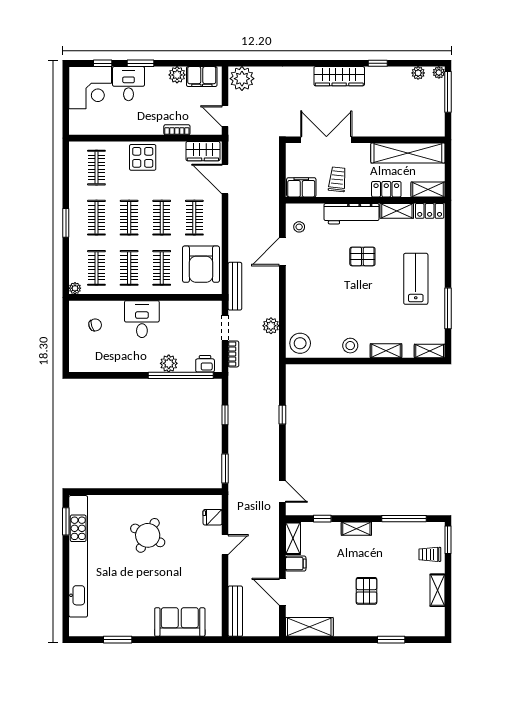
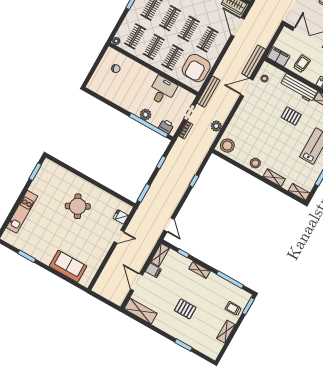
desk: (142, 319) -> (162, 91), moved
round table: (148, 535) -> (78, 206), turned 33
kitchen unit: (78, 556) -> (22, 212), width x0.54
pallet: (367, 591) -> (185, 309), turned 90
bench: (235, 611) -> (254, 61), moved

